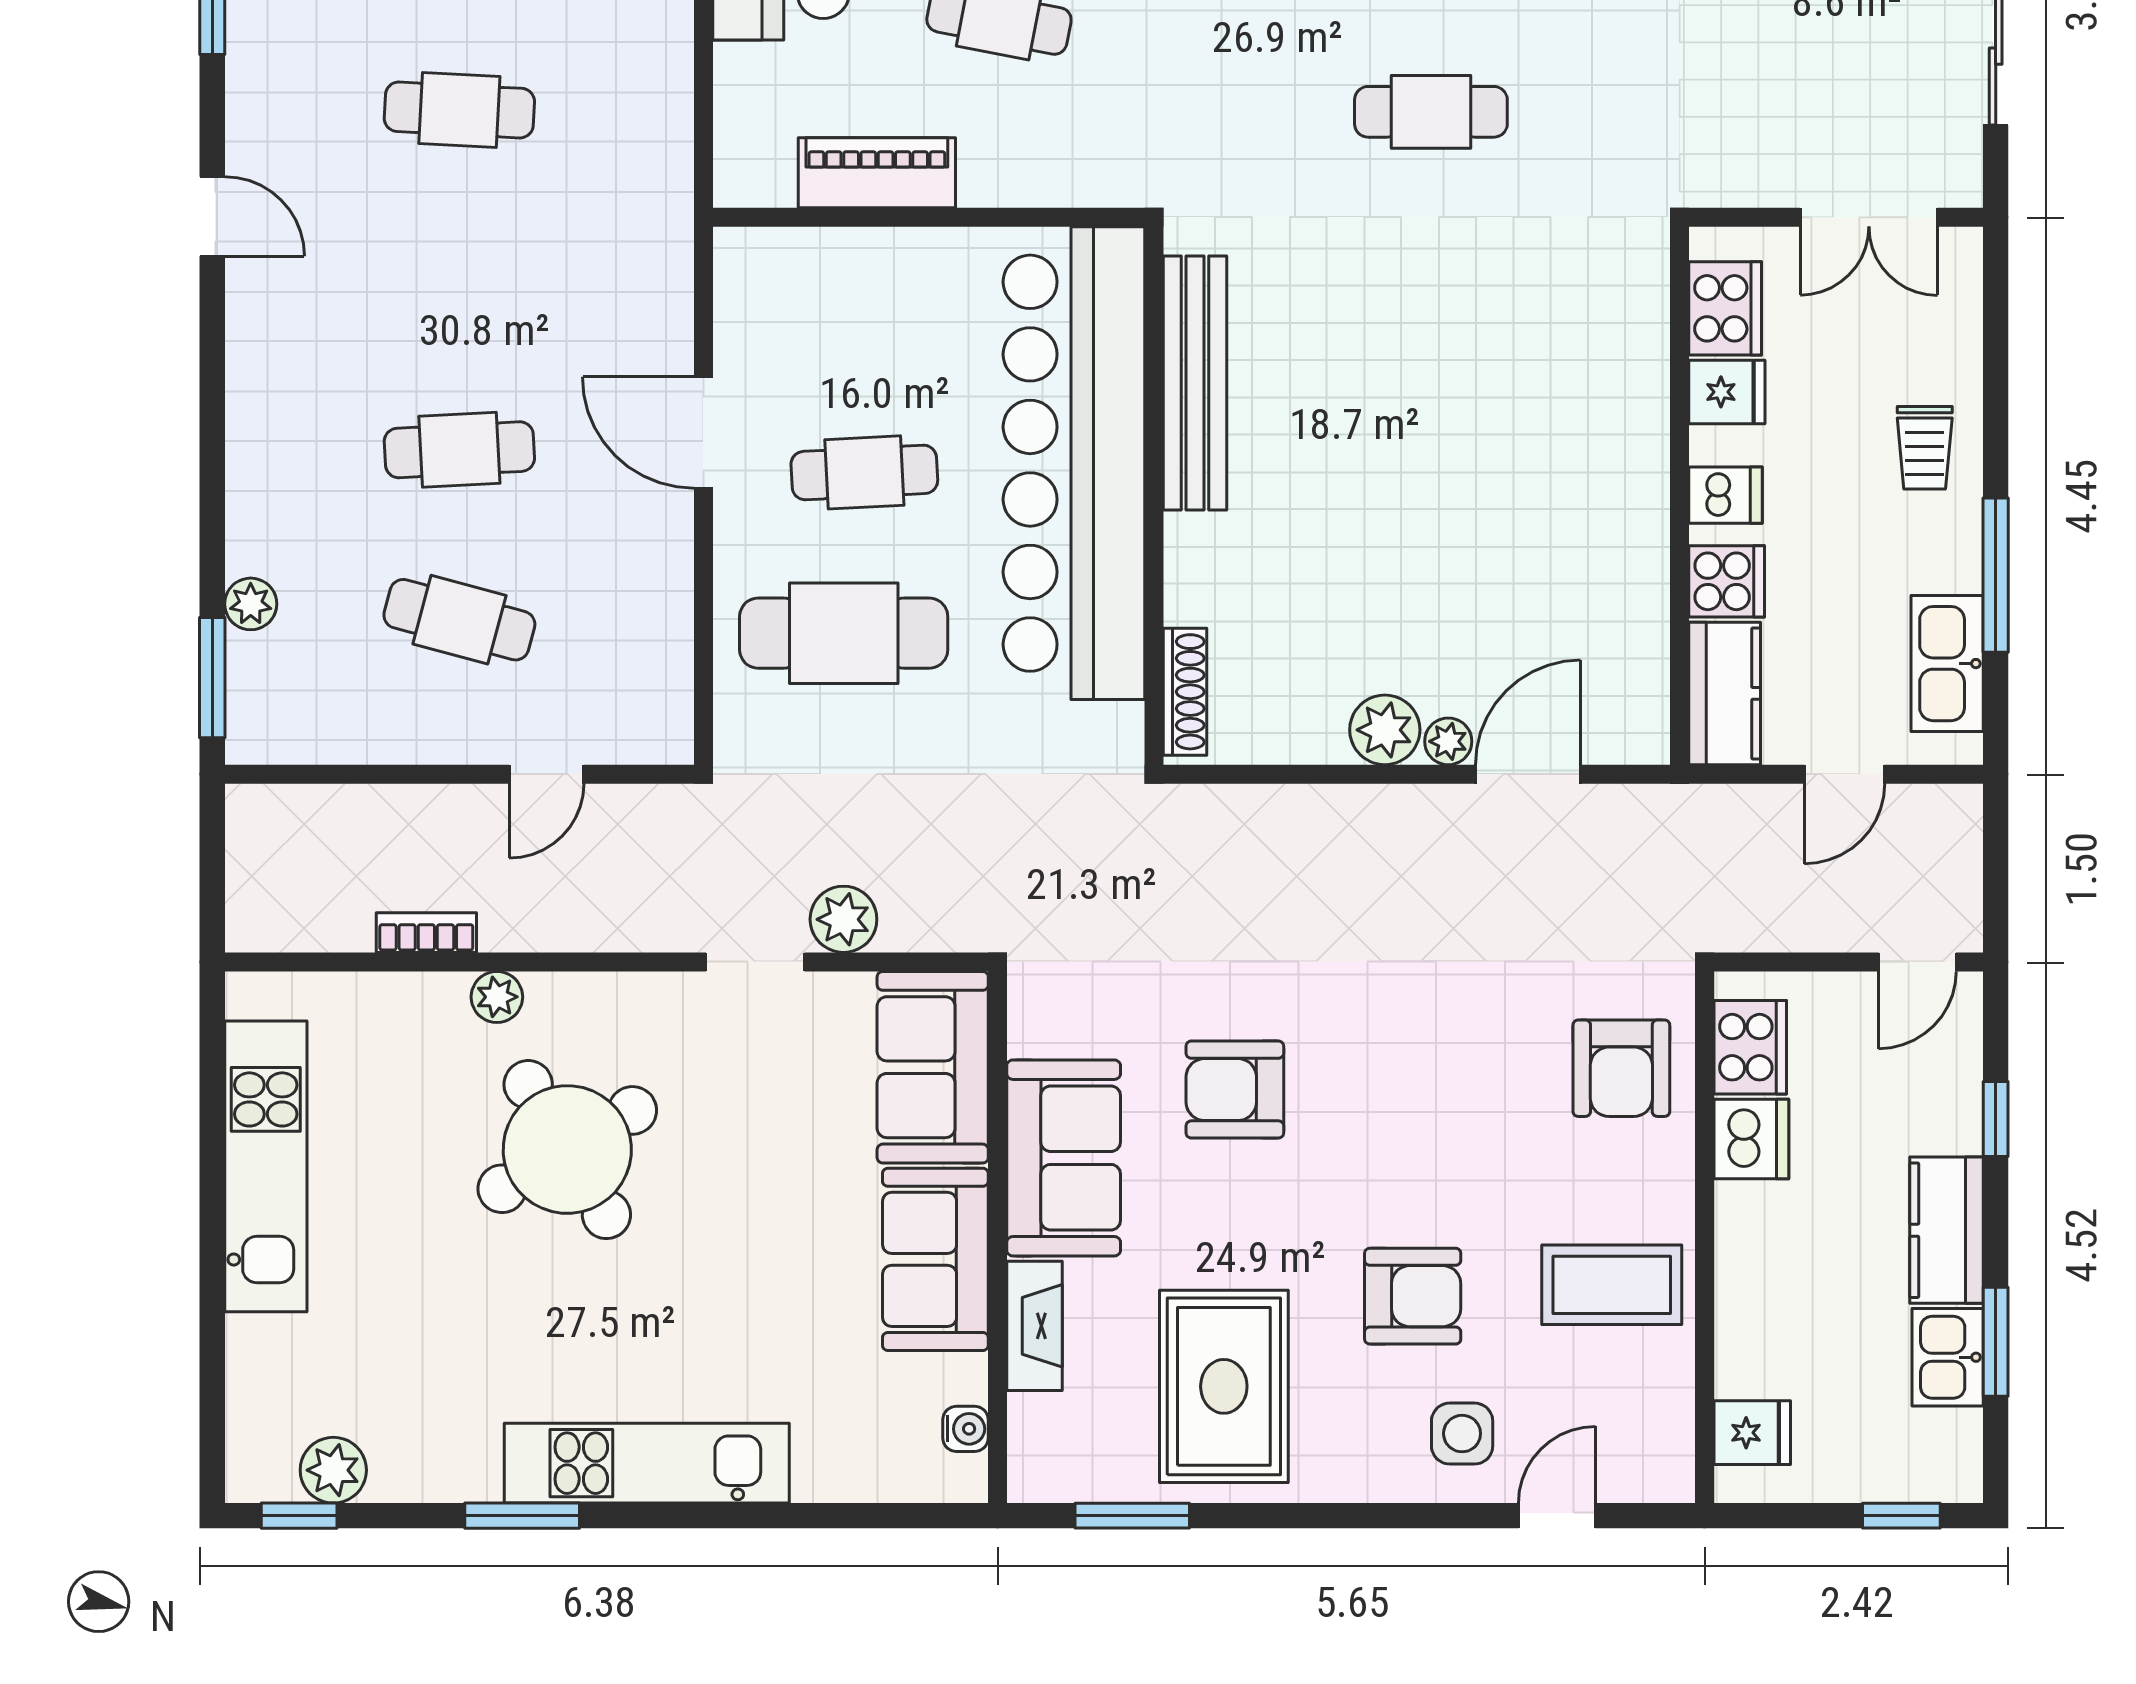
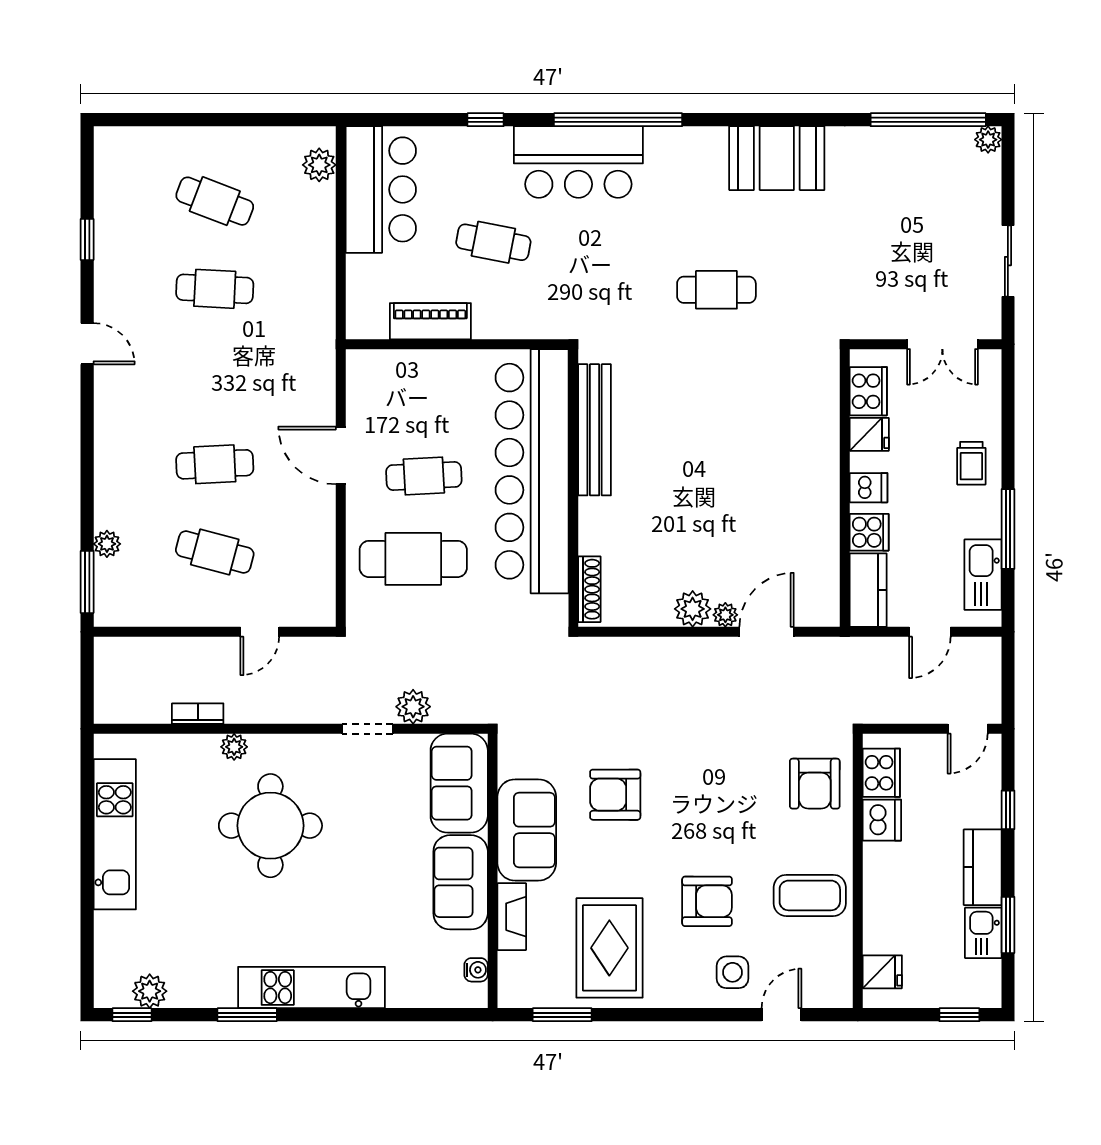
round table: (567, 1150) -> (270, 826), turned 31

